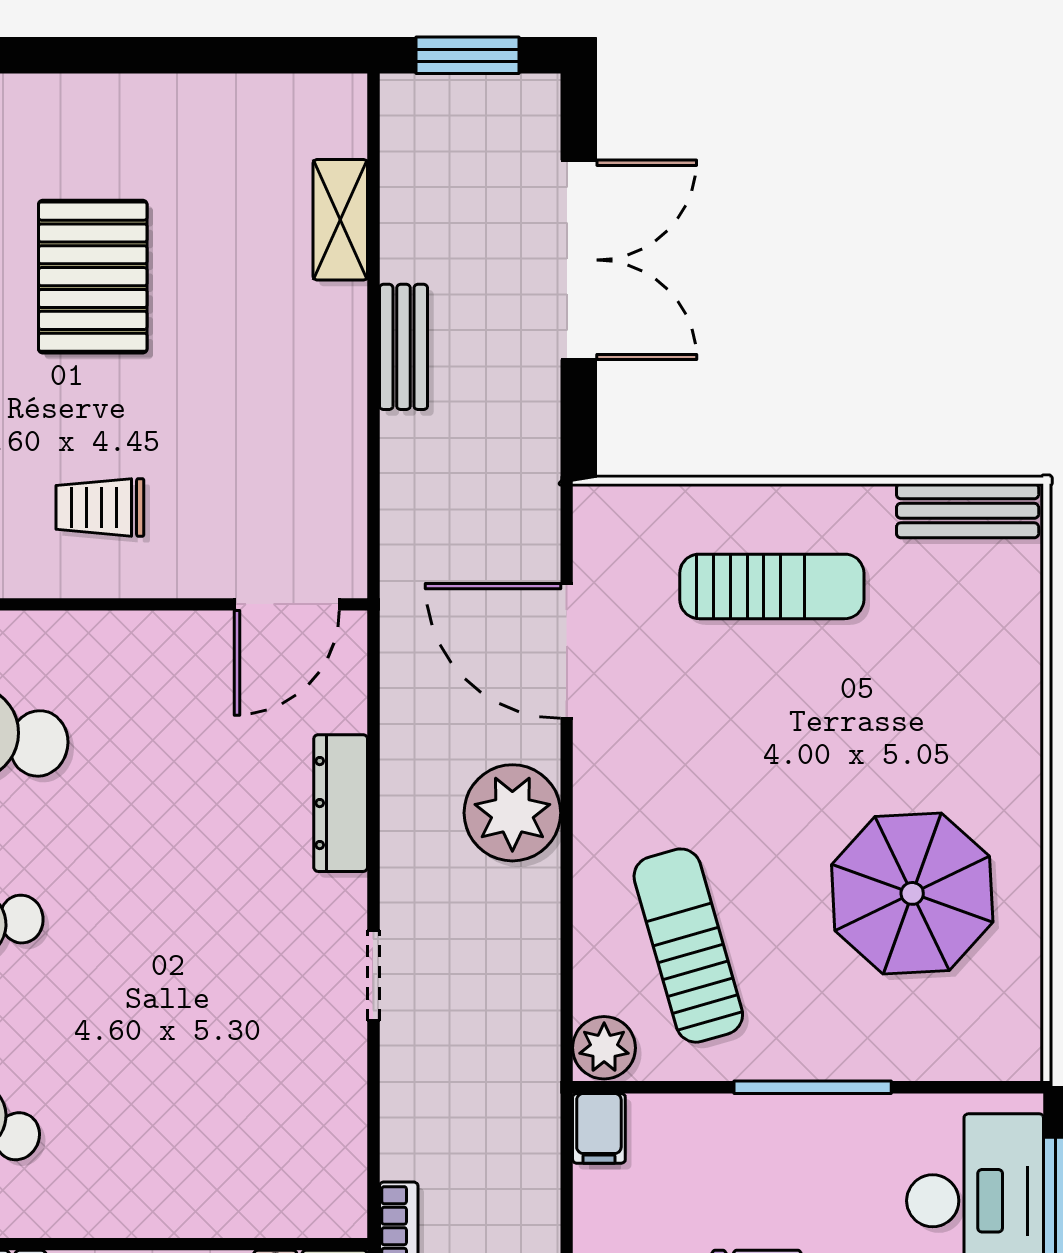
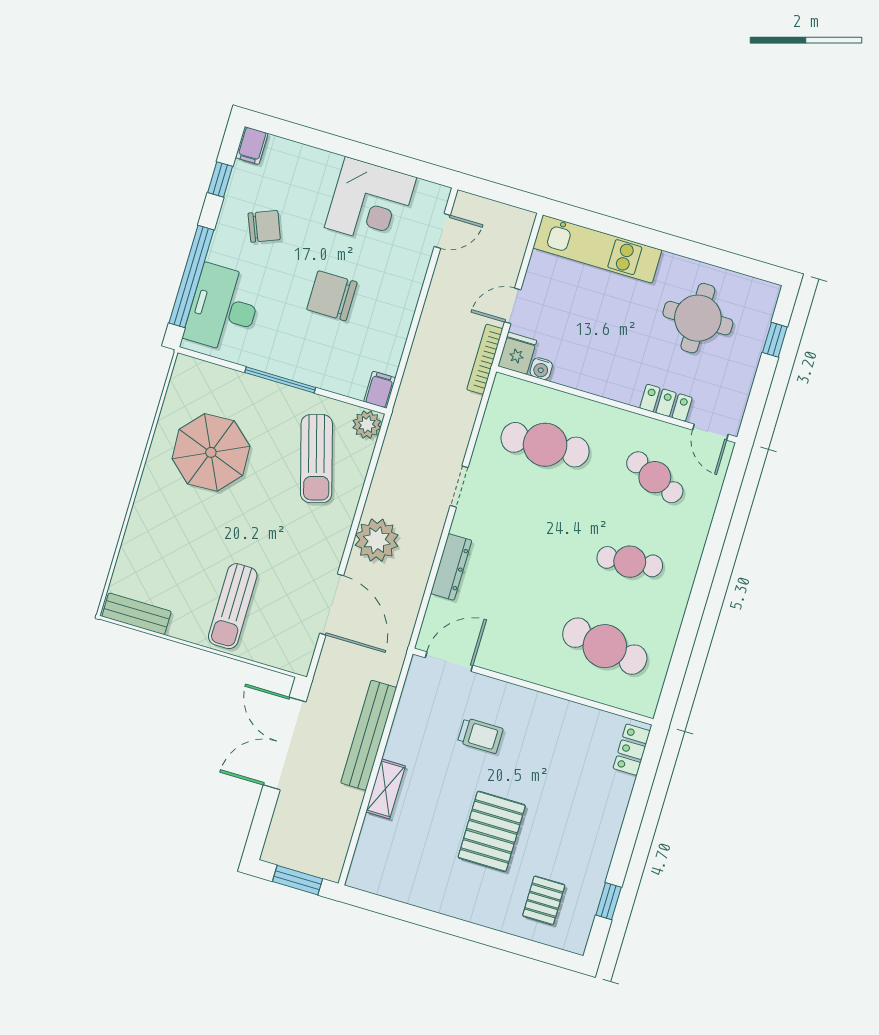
shelving: (340, 220) -> (386, 789), moved
double door: (579, 260) -> (285, 743), moved
bench: (403, 347) -> (369, 735), width x1.86, depth x1.21
trolley: (100, 507) -> (480, 736), moved
sun lounger: (772, 586) -> (233, 606), turned -90
cafe table: (220, 1116) -> (545, 445), added

